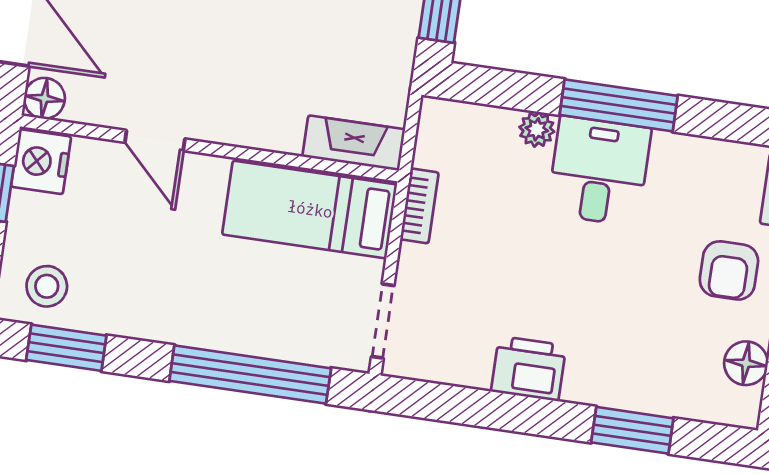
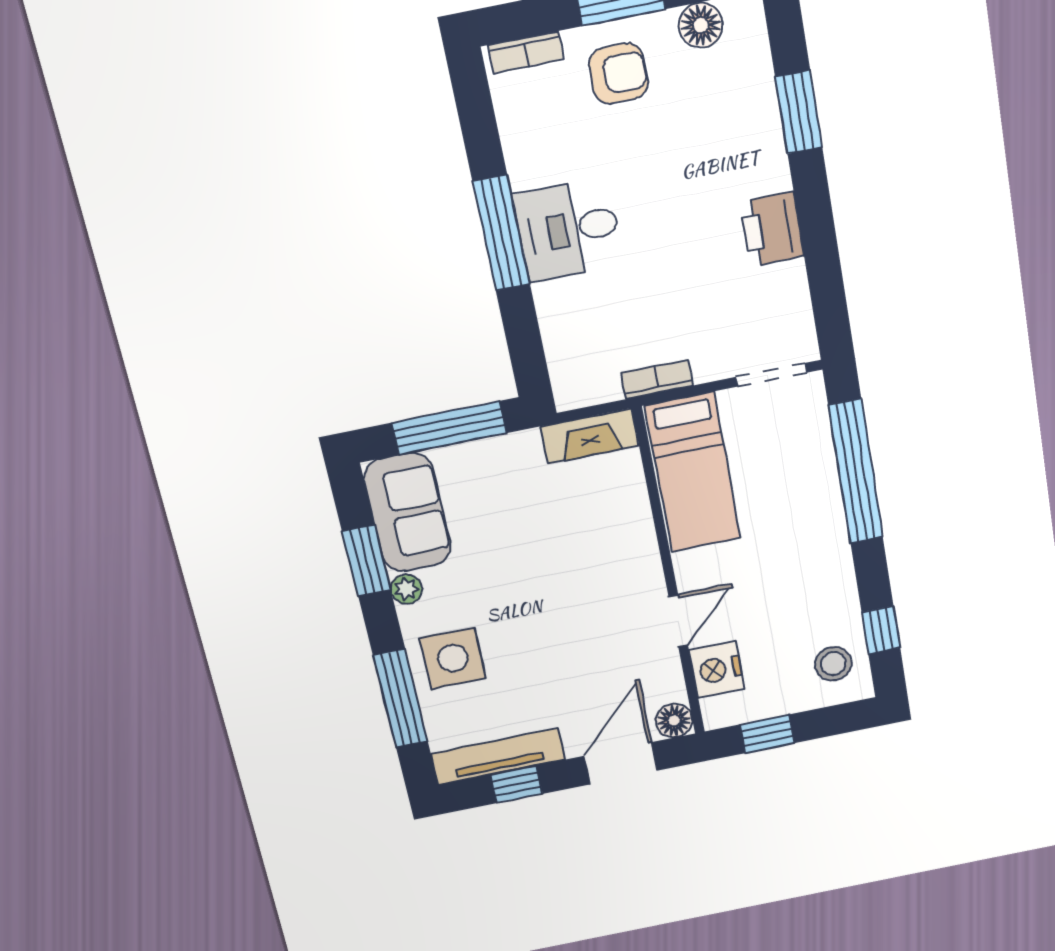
plant: (537, 129) -> (551, 300), removed
fireplace: (354, 143) -> (590, 436), moved, turned -90
nightstand: (41, 162) -> (717, 670), moved, turned 90
window: (66, 348) -> (881, 630), width x0.67

